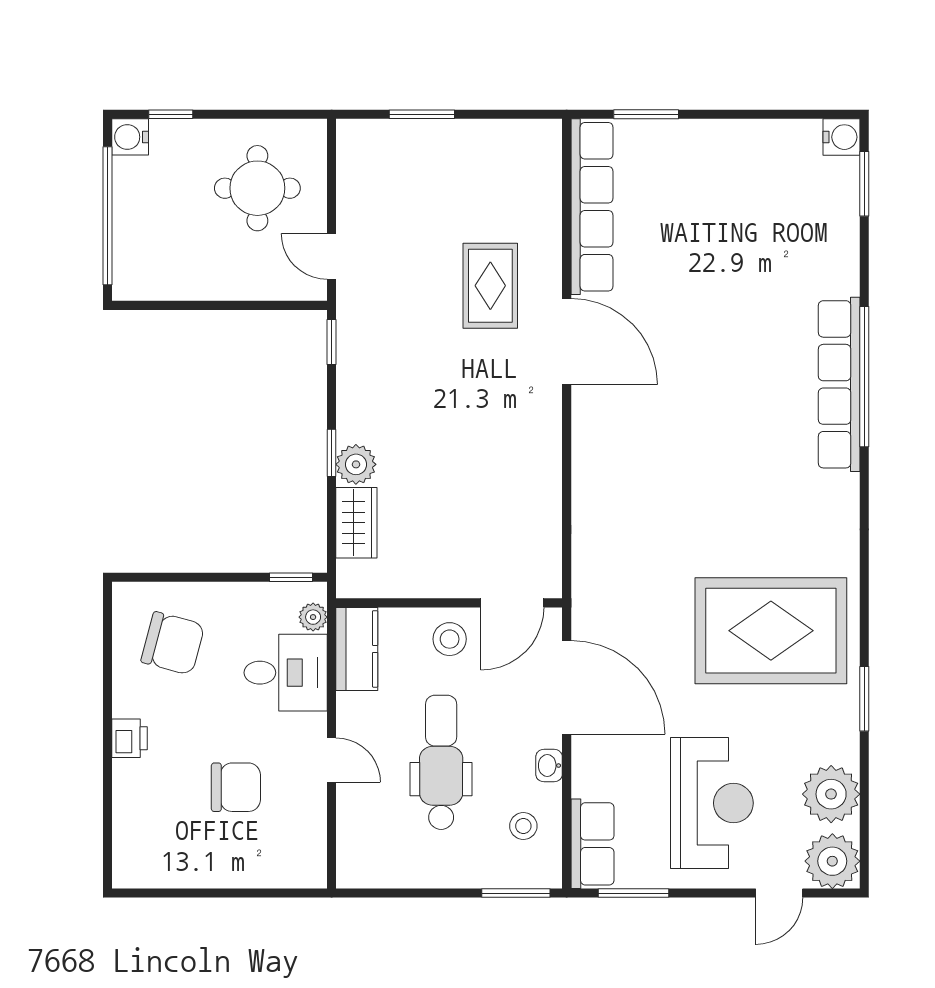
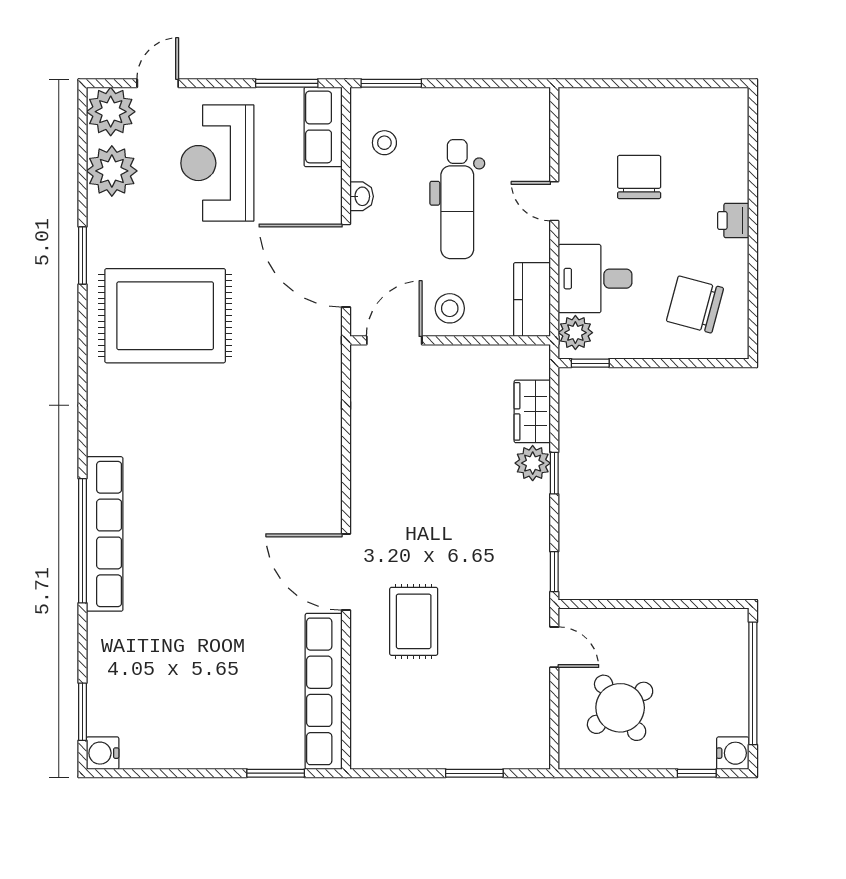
round table: (257, 188) -> (620, 708), turned -35
plant: (313, 617) -> (575, 333), width x1.38, depth x1.38
chair: (236, 787) -> (639, 177), turned 90

